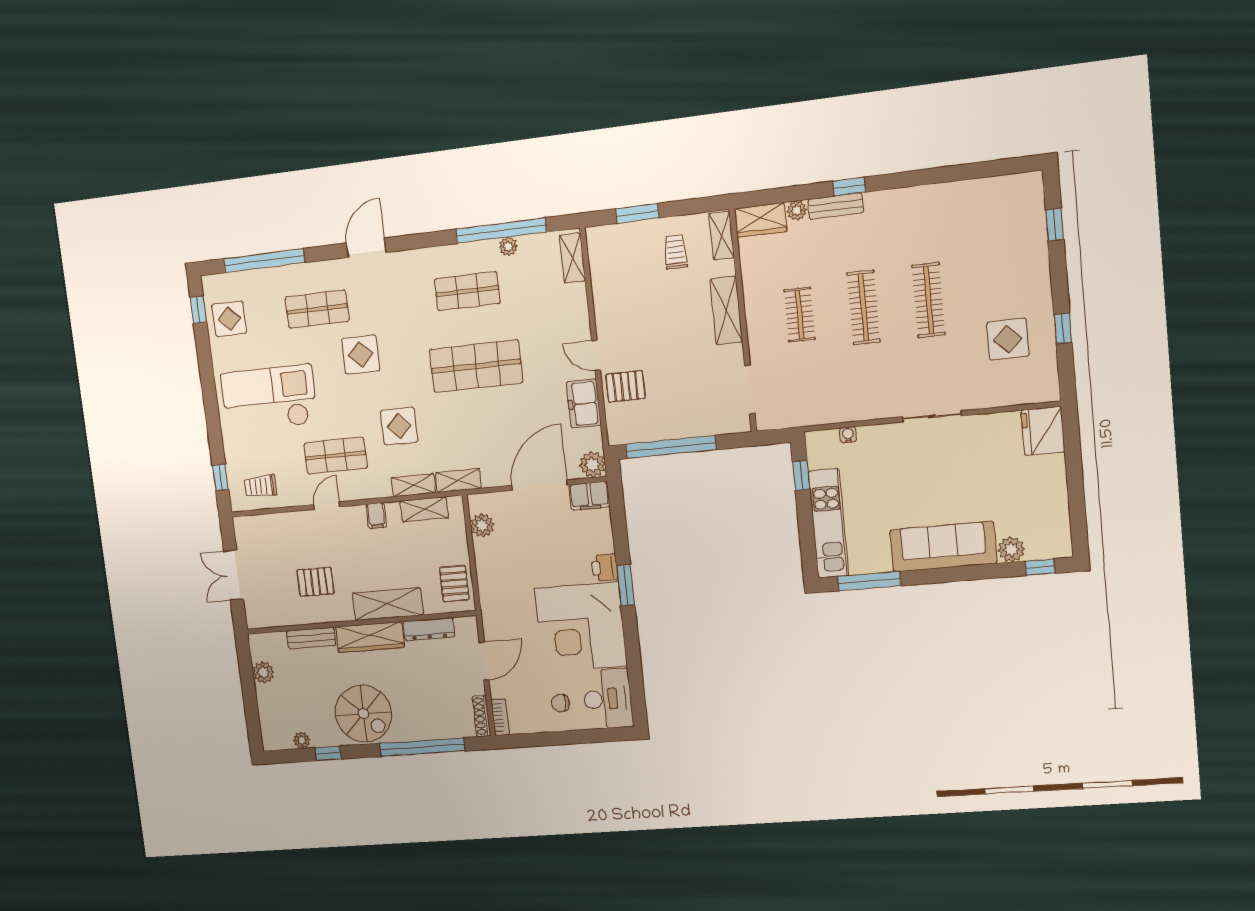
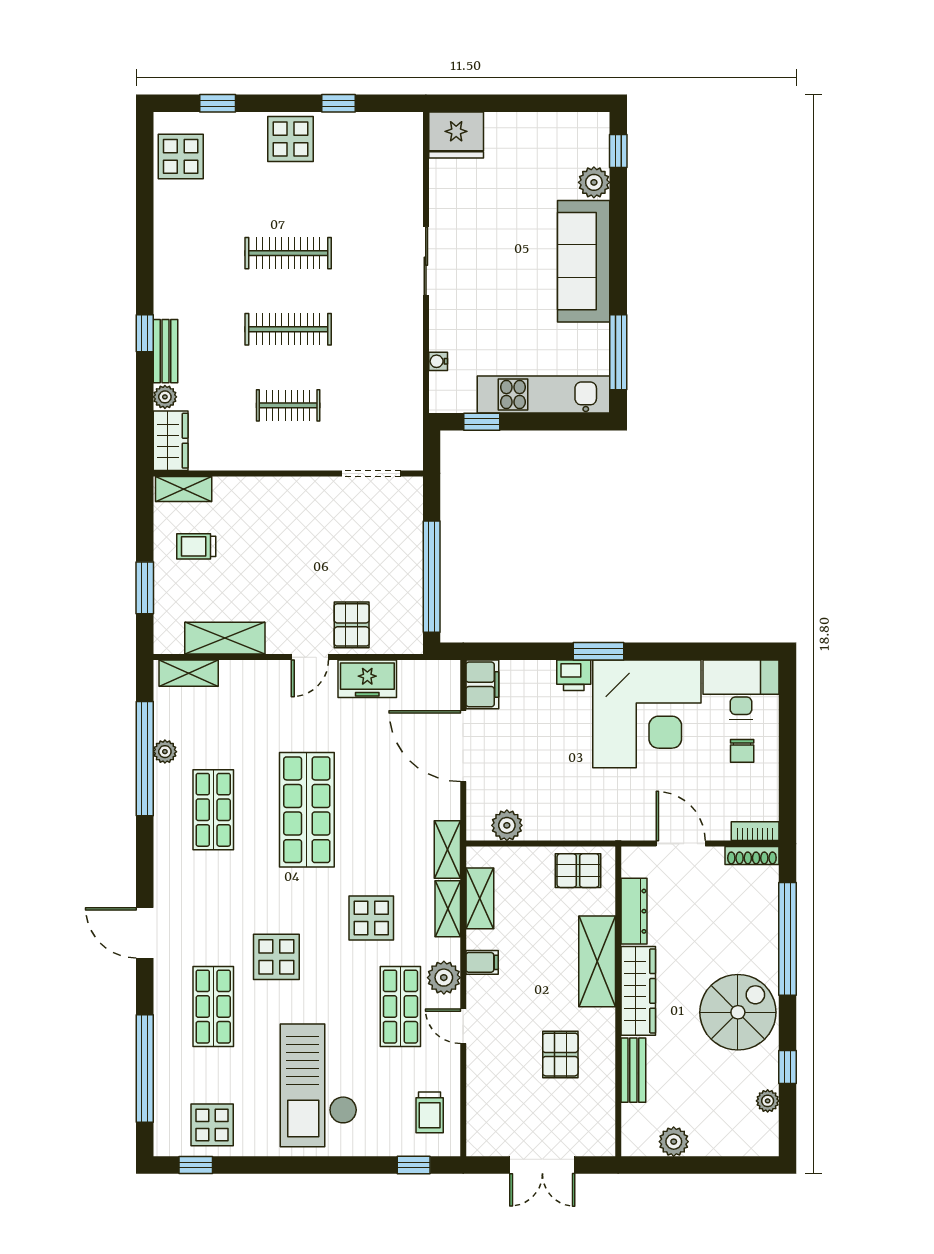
display table: (1005, 198) -> (181, 156), added
shelving: (726, 311) -> (225, 638), moved
display table: (1008, 339) -> (291, 139), moved
plant: (592, 465) -> (444, 978), moved

